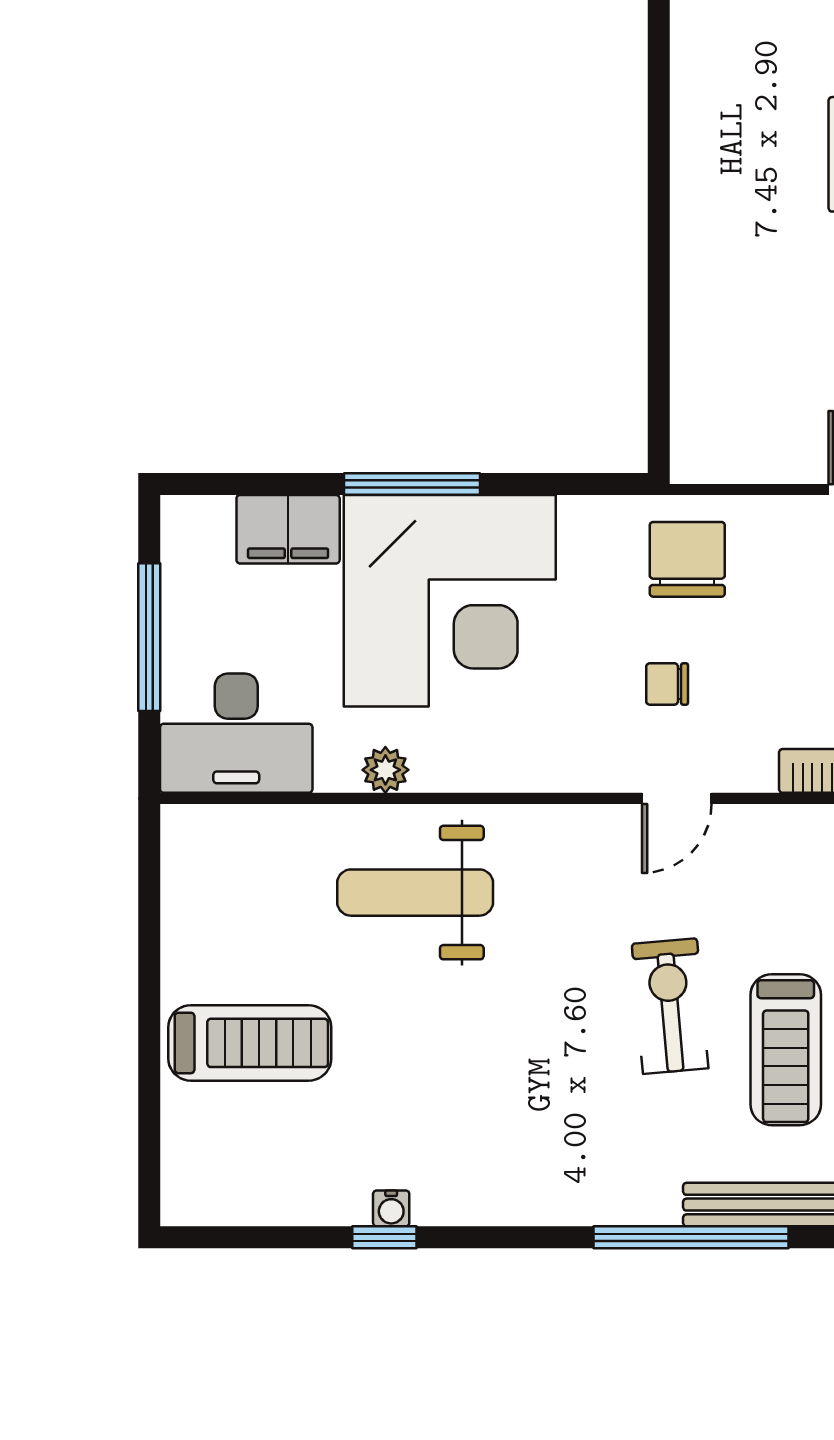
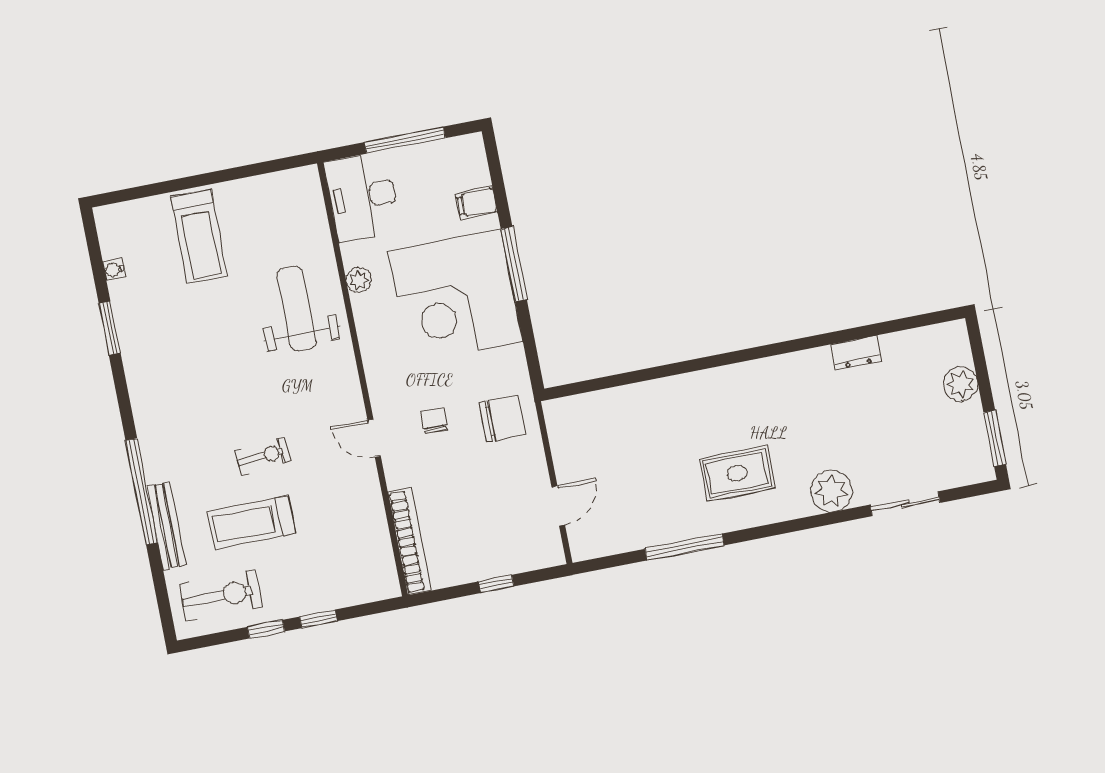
filing cabinet: (288, 529) -> (477, 203), width x0.50
exercise bike: (670, 1006) -> (263, 456), width x0.73, depth x0.72
water cooler: (391, 1208) -> (114, 269), moved
window: (384, 1237) -> (110, 328), width x1.50

